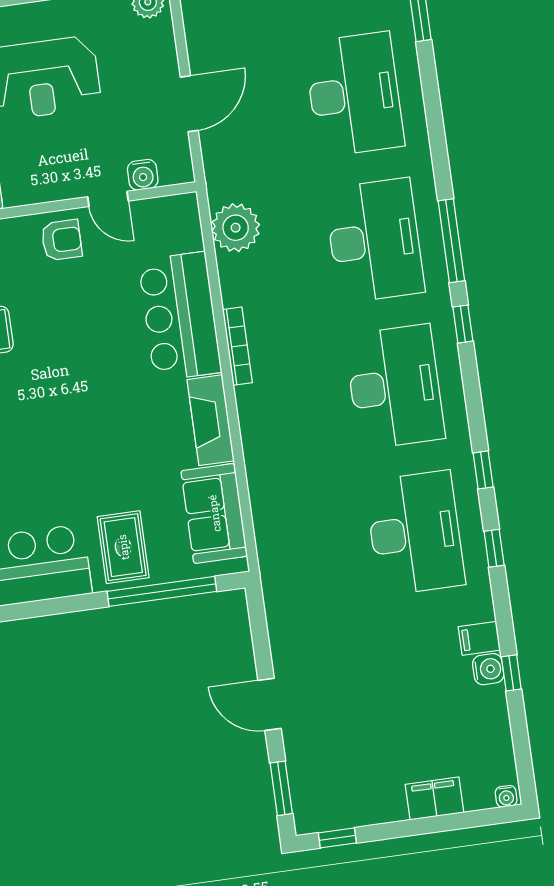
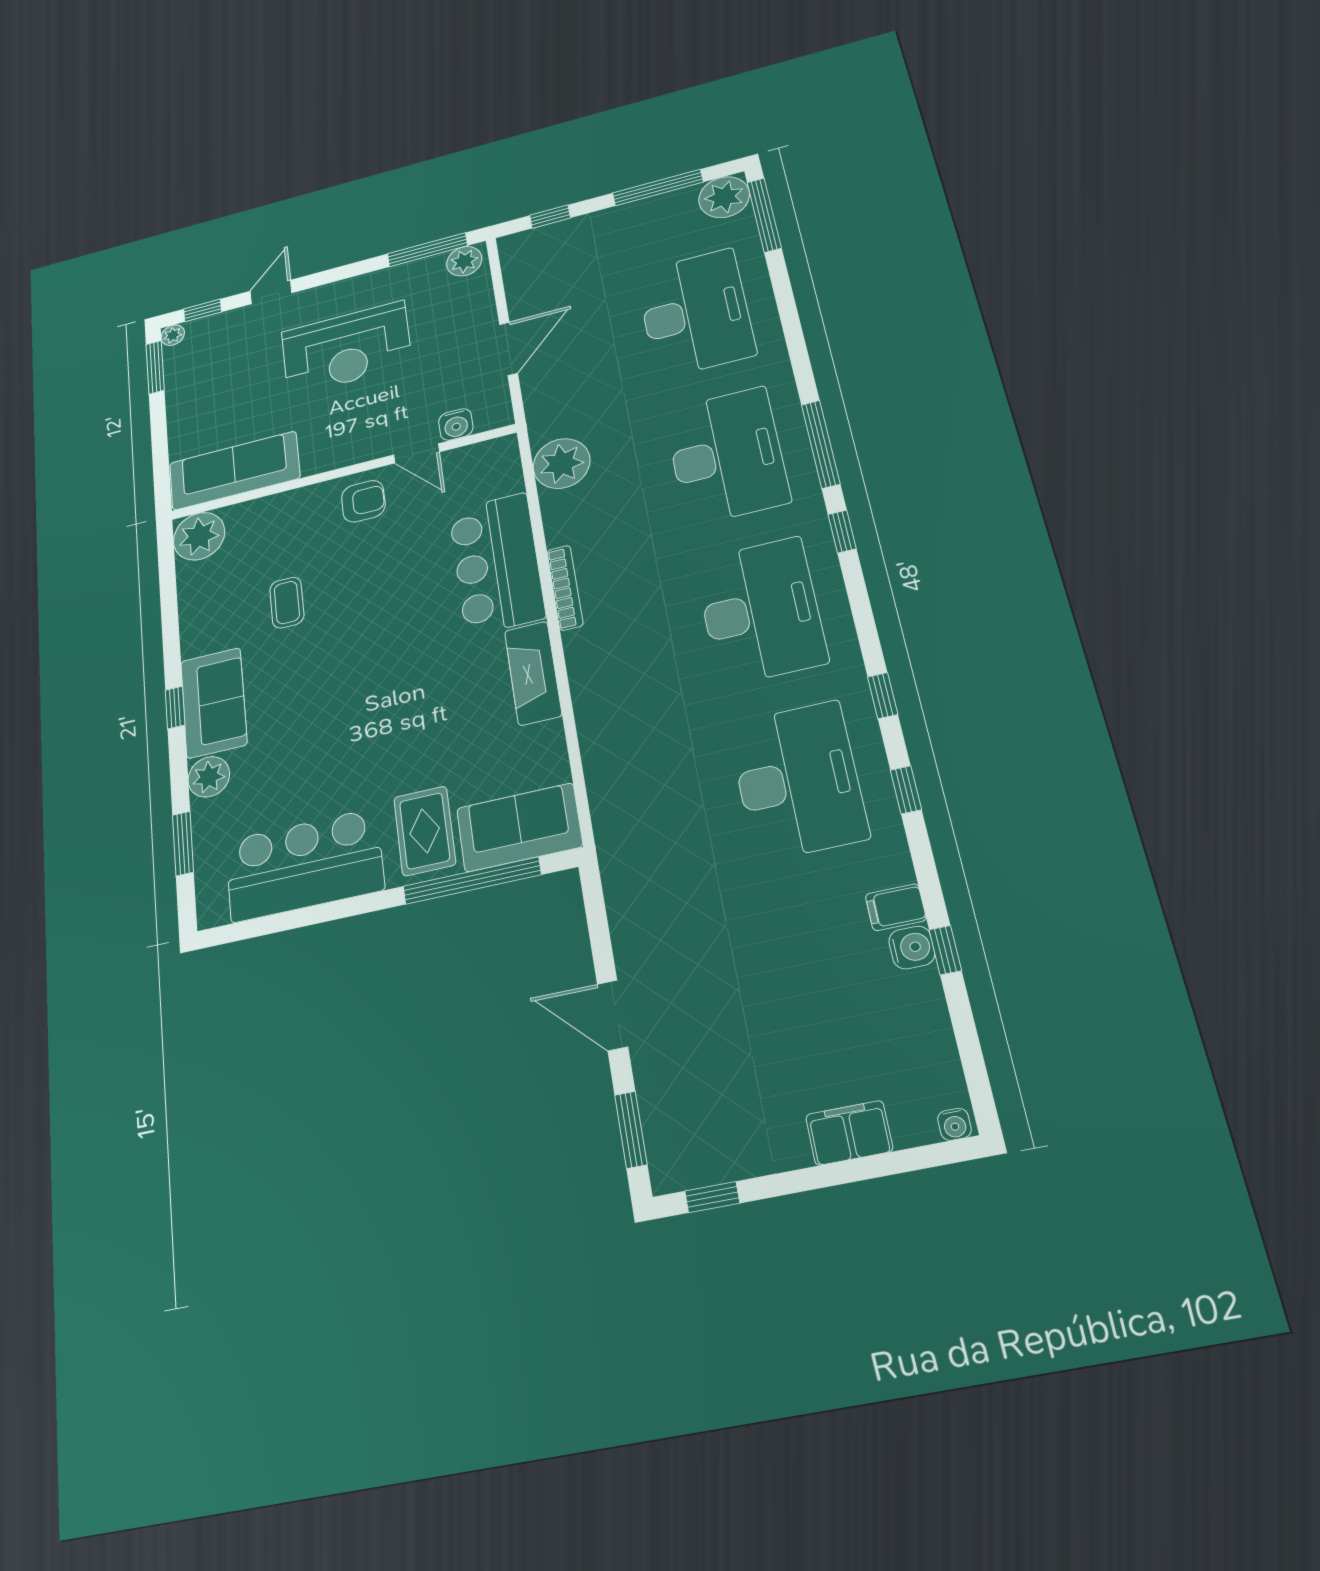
sofa: (214, 513) -> (519, 827), moved, turned 90

